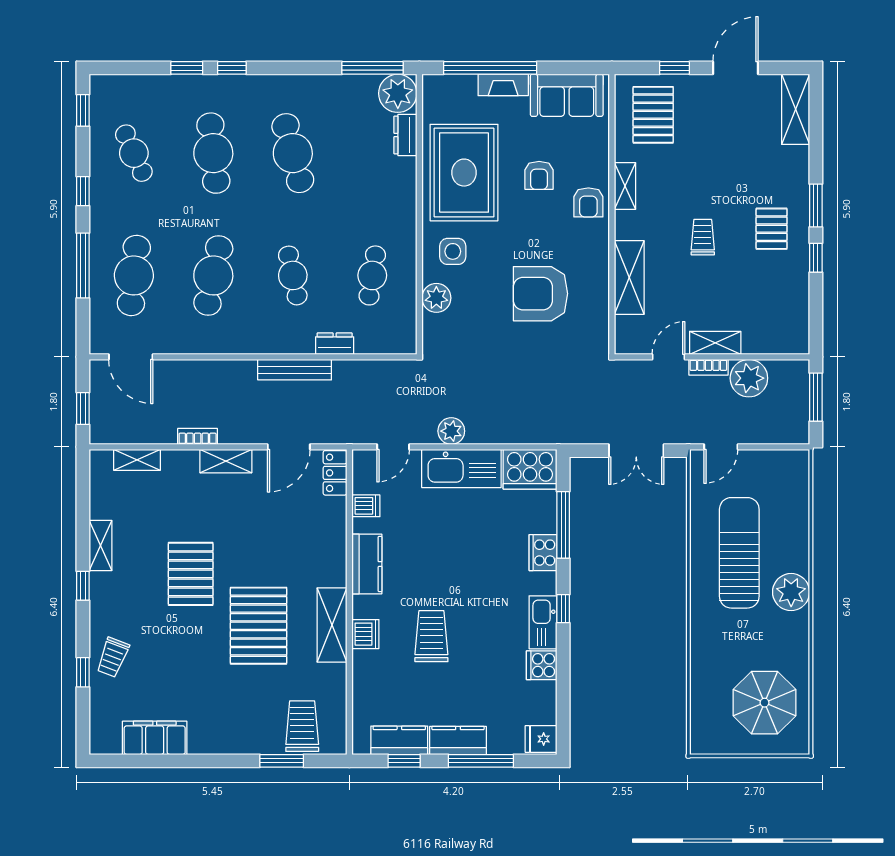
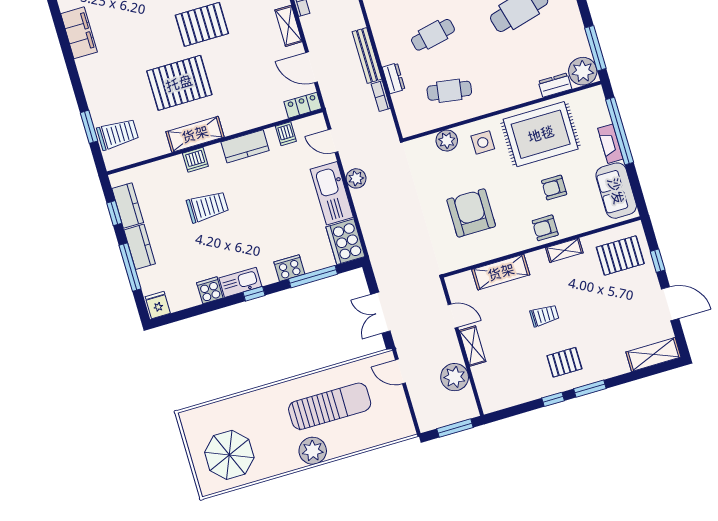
bookcase: (708, 367) -> (381, 96), moved

